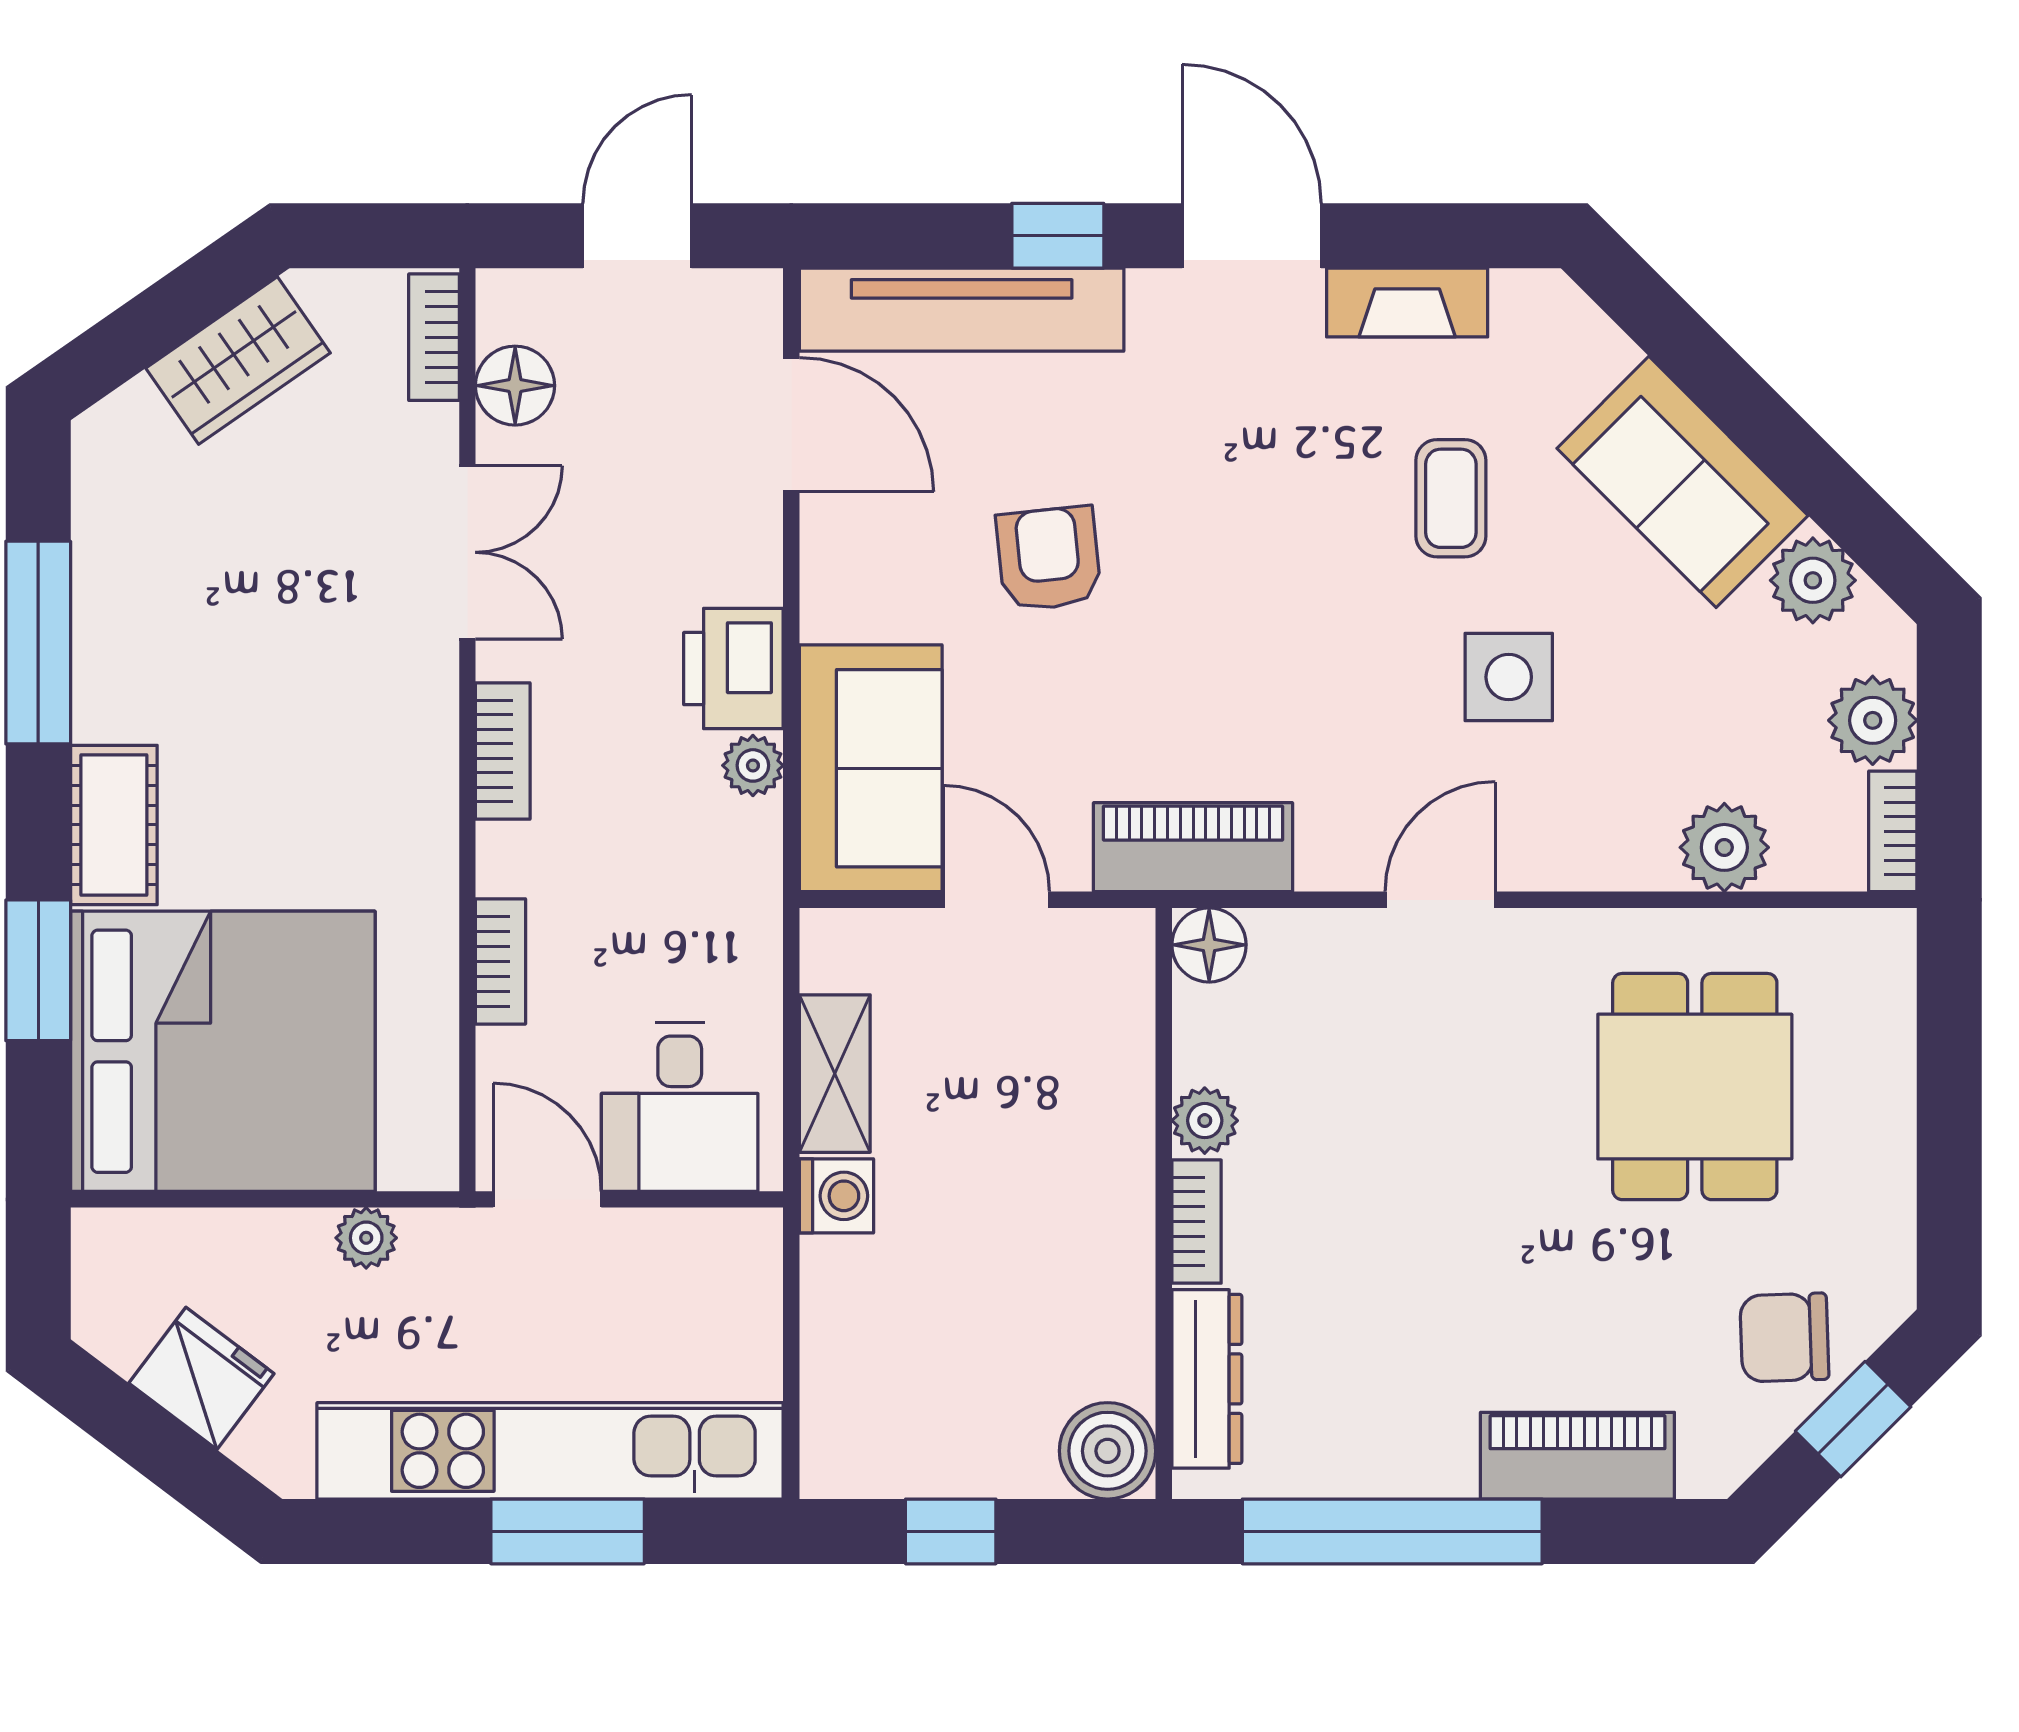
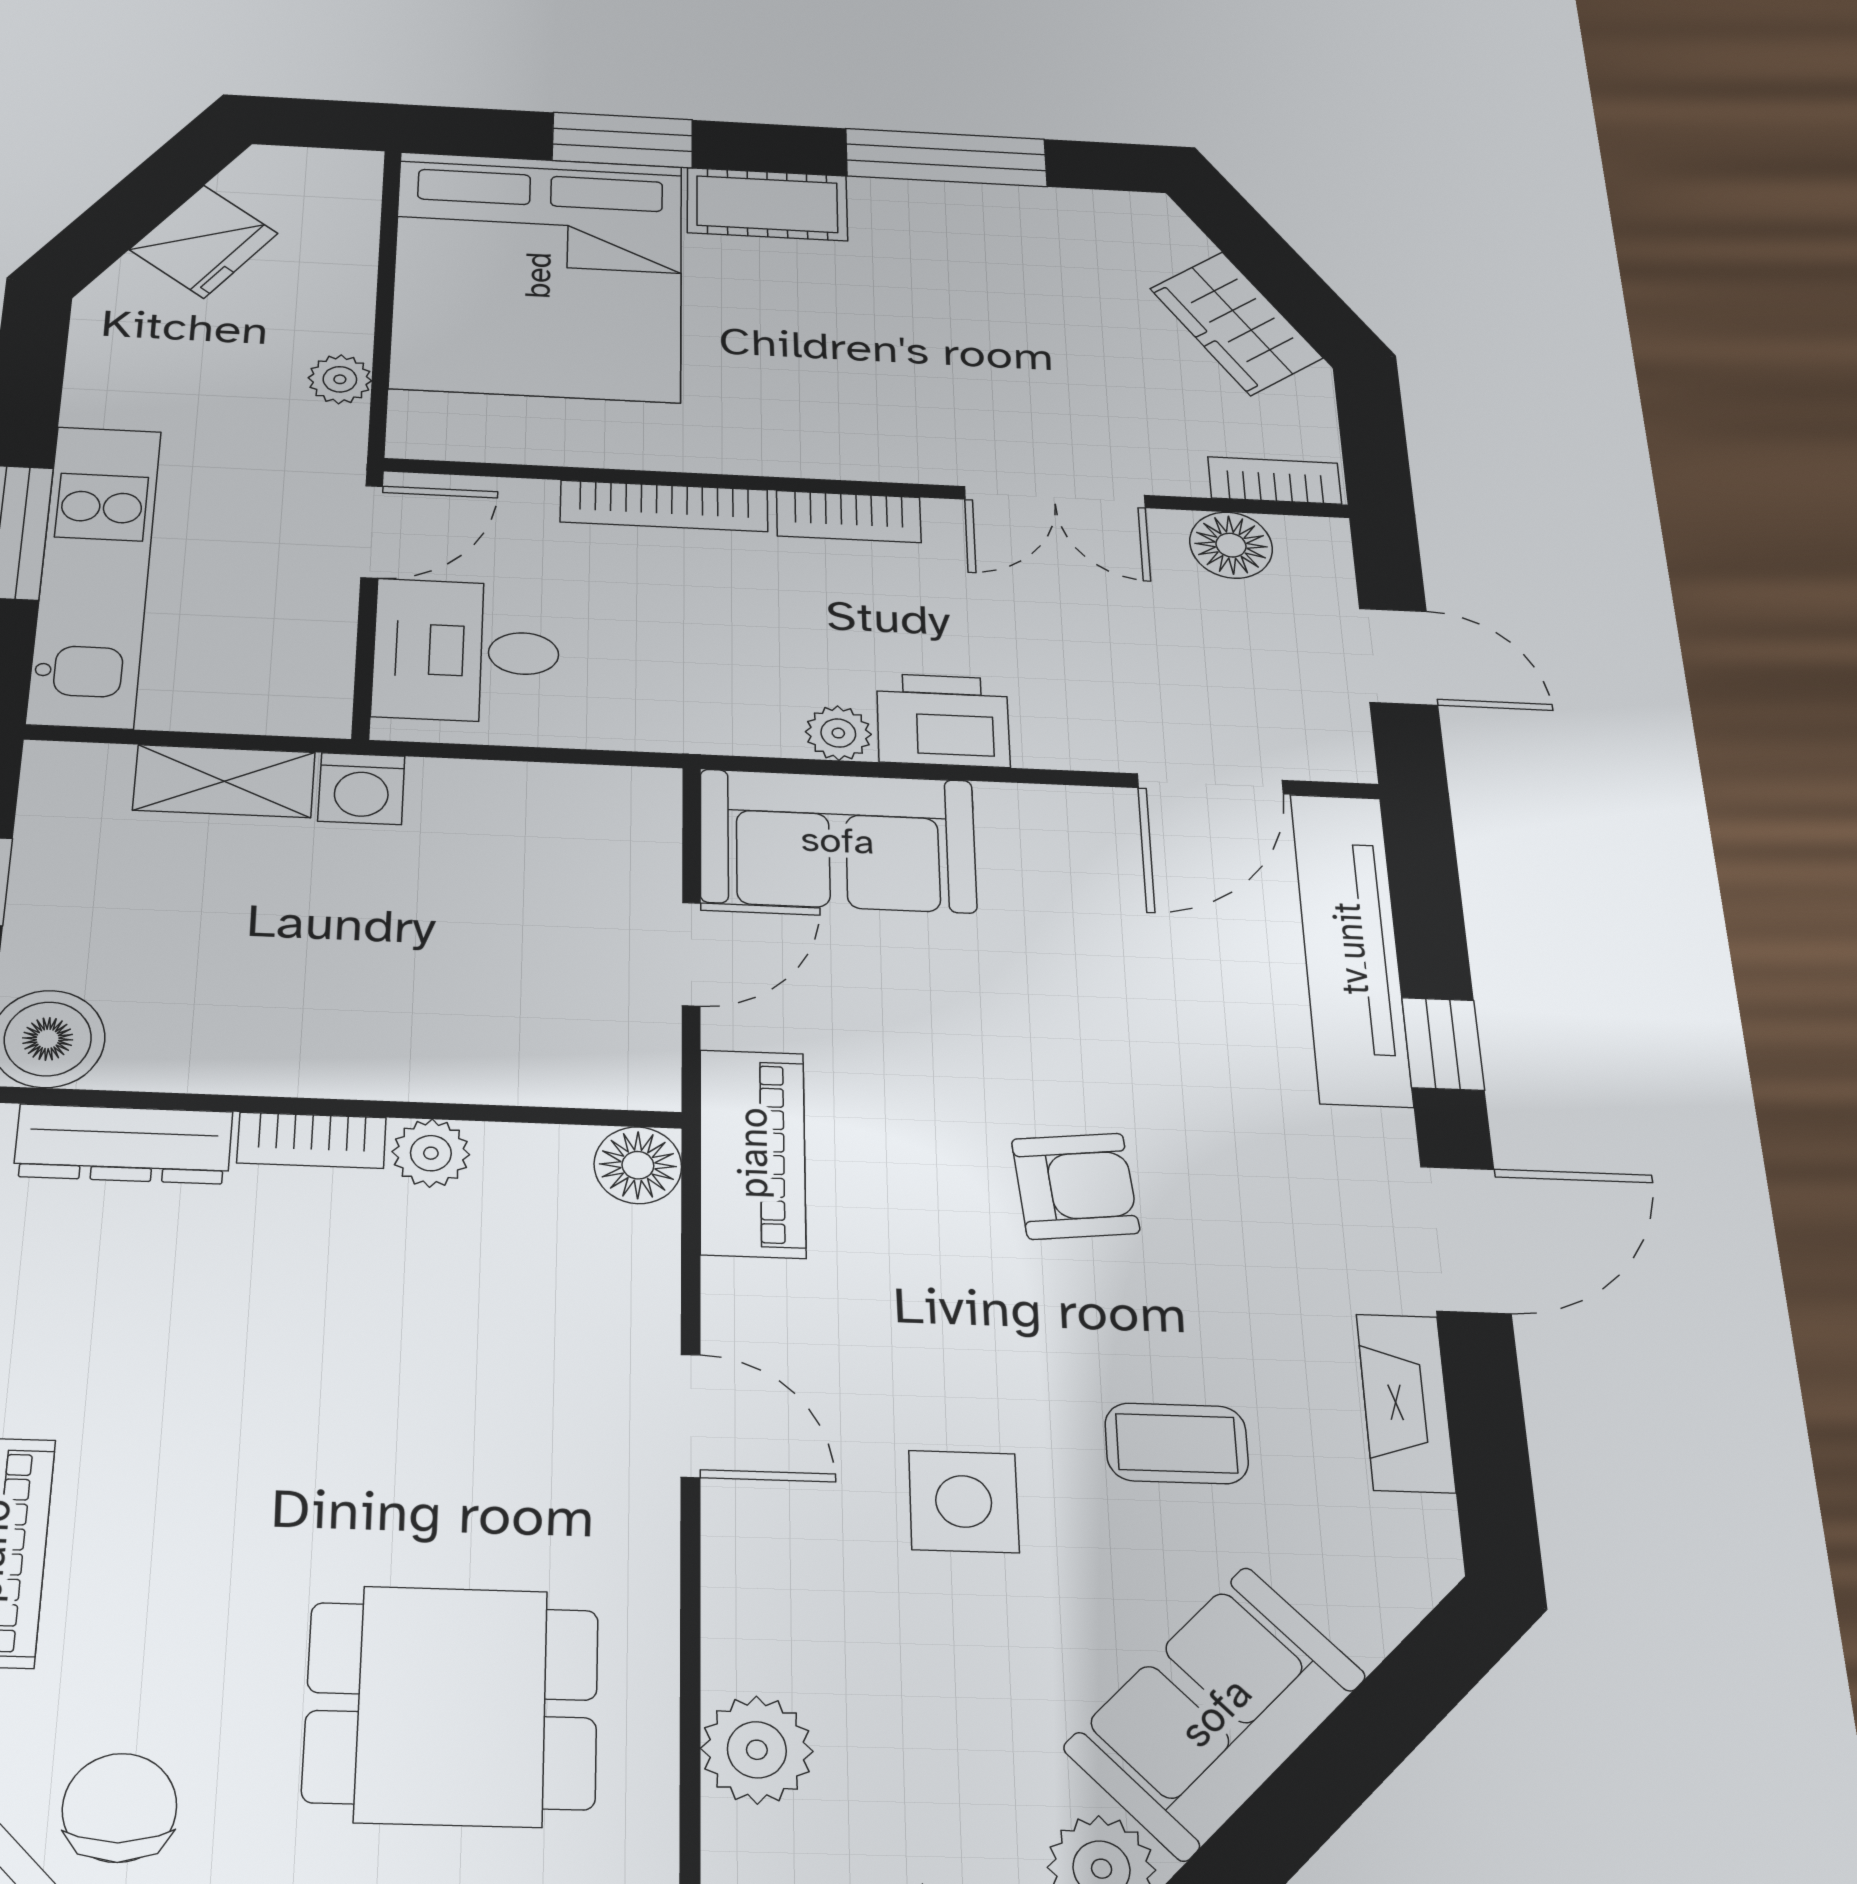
armchair: (1049, 559) -> (1075, 1186), moved
bookcase: (501, 961) -> (664, 506), width x1.56
shelving: (835, 1074) -> (224, 781), moved
kitchen unit: (550, 1451) -> (95, 575), width x0.73

